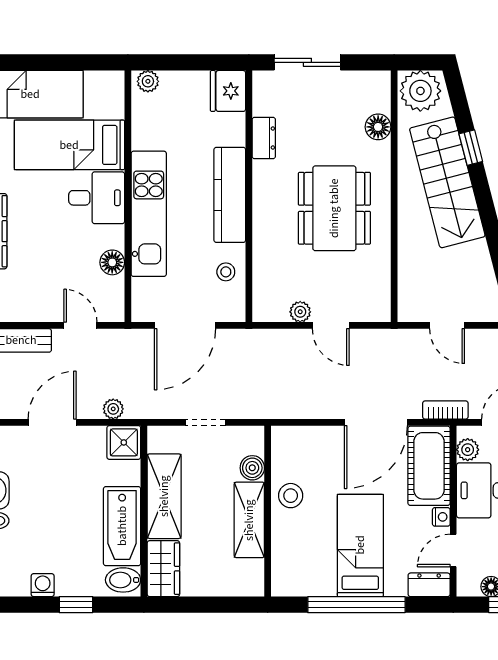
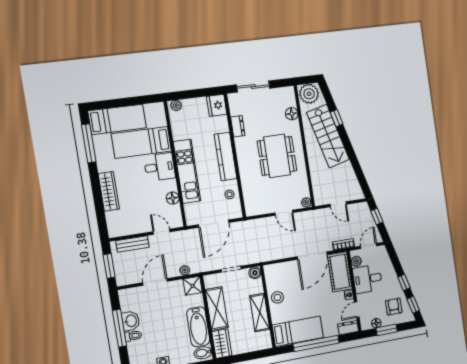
plant: (300, 312) -> (306, 203), moved
boiler: (252, 468) -> (255, 273), moved
bed: (360, 545) -> (298, 331), moved, turned 90

